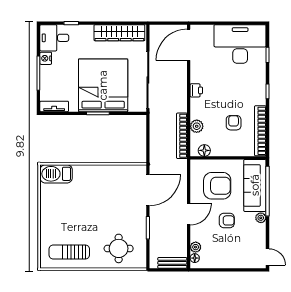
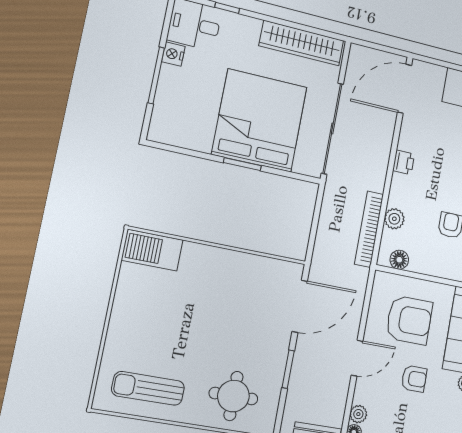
tv unit: (54, 106) -> (172, 136), removed

